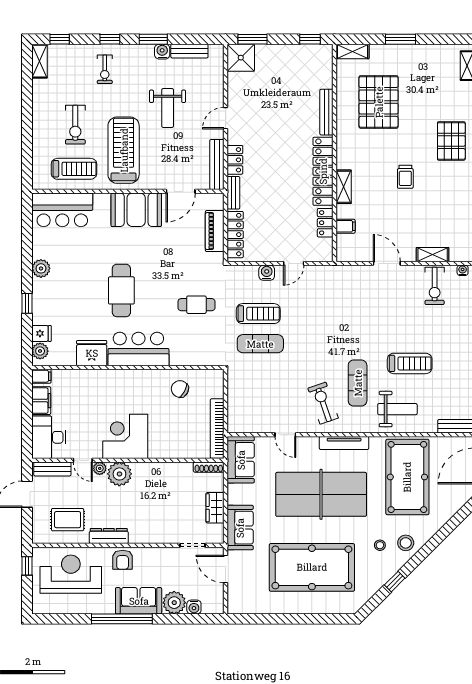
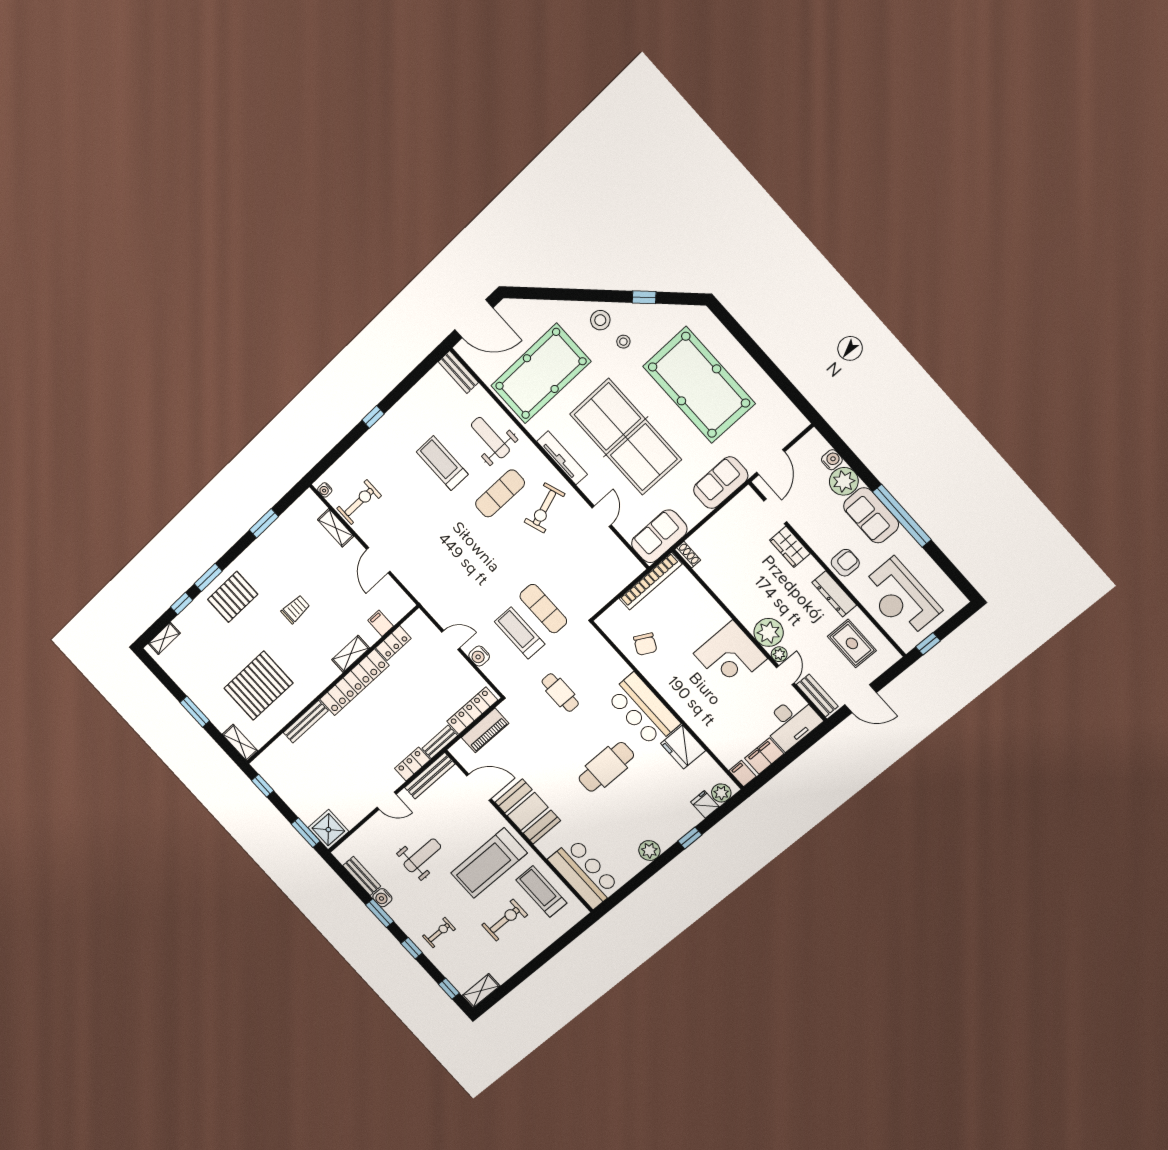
shoe rack: (209, 467) -> (688, 555), width x0.70
wardrobe: (215, 508) -> (790, 547), moved, turned 90

